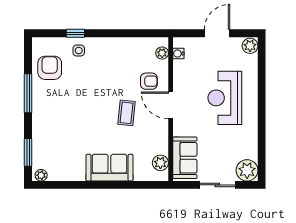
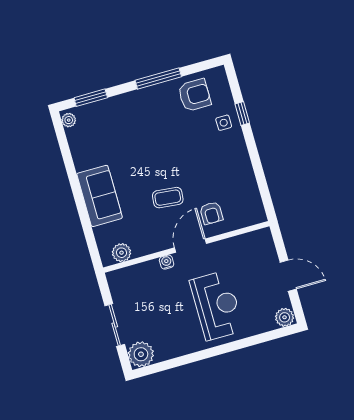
plant: (162, 53) -> (248, 219), removed
water cooler: (178, 54) -> (167, 262), moved
reception desk: (225, 98) -> (217, 305), turned 90
sofa: (185, 158) -> (135, 279), removed

